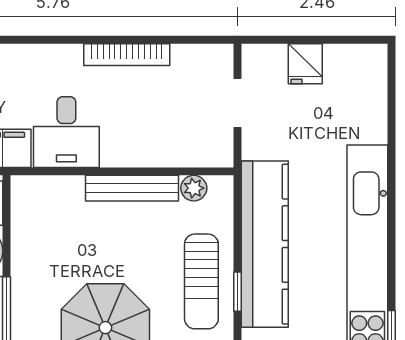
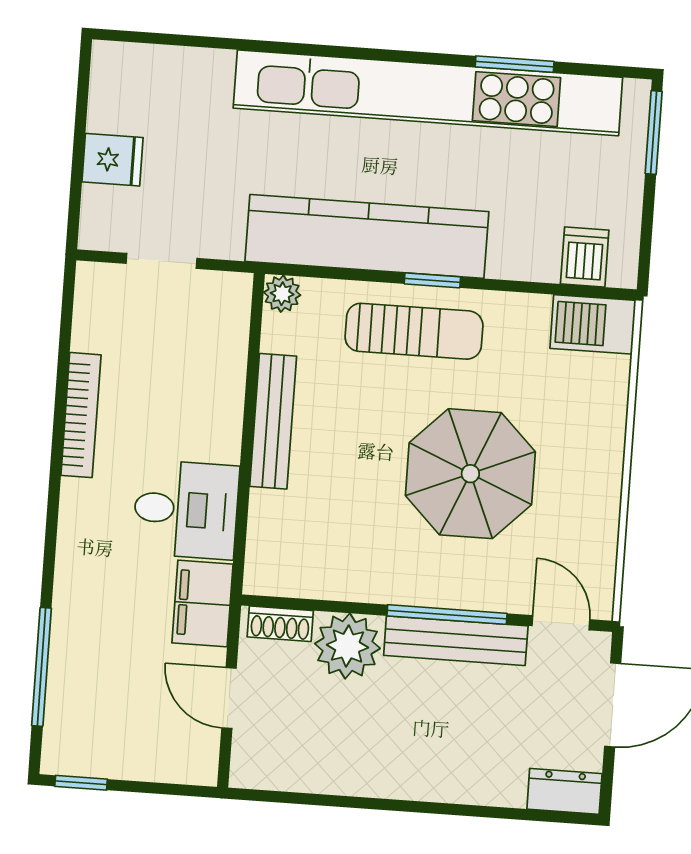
plant: (194, 188) -> (282, 294), moved

